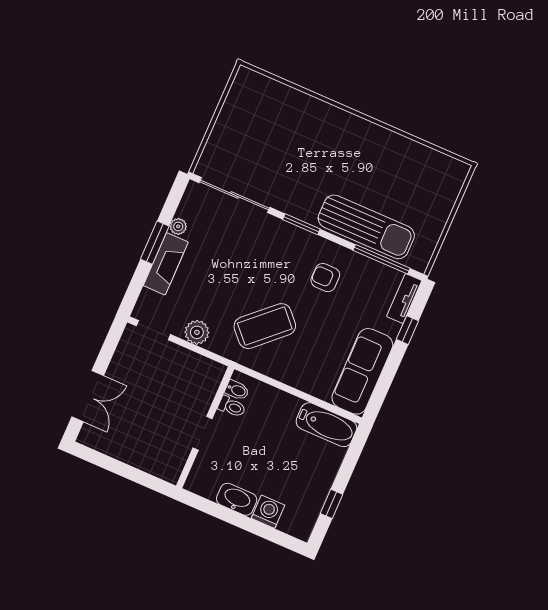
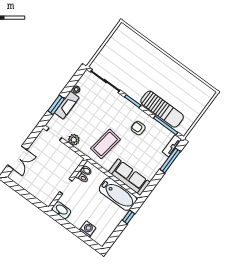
window: (155, 243) -> (56, 105), moved
coffee table: (265, 326) -> (105, 144), turned -39
window: (407, 330) -> (170, 160), width x2.17
sofa: (362, 371) -> (129, 177), moved, turned 90
bathtub: (326, 425) -> (118, 194), width x1.36, depth x1.36
washbasin: (237, 499) -> (61, 210), moved
window: (331, 504) -> (128, 217), moved

